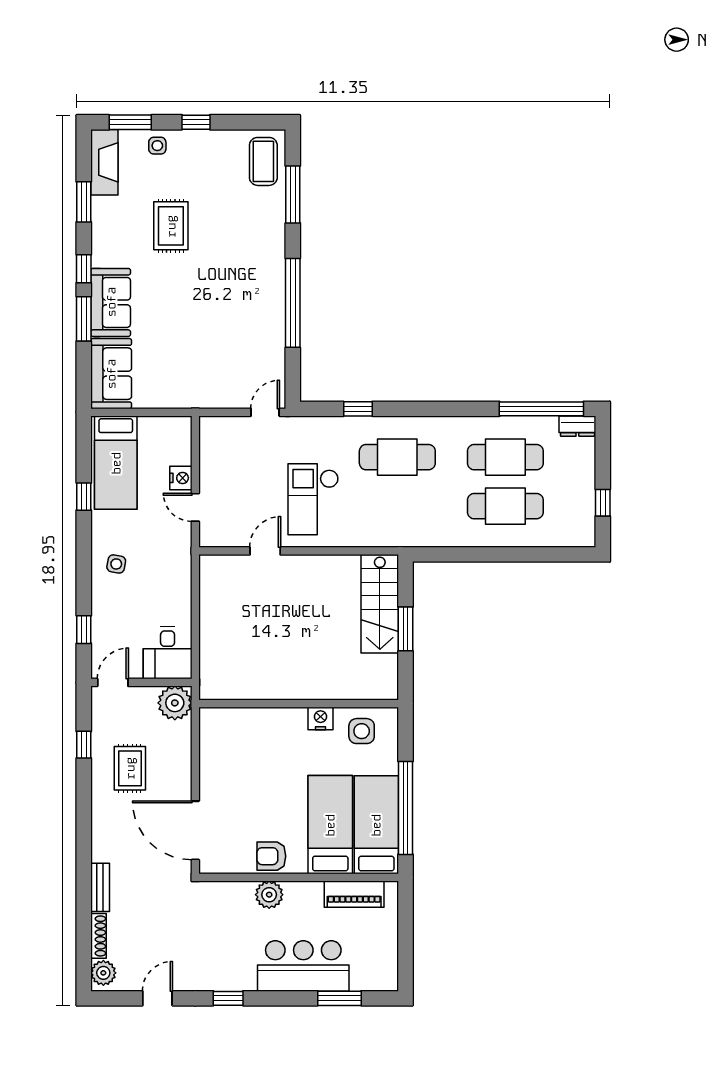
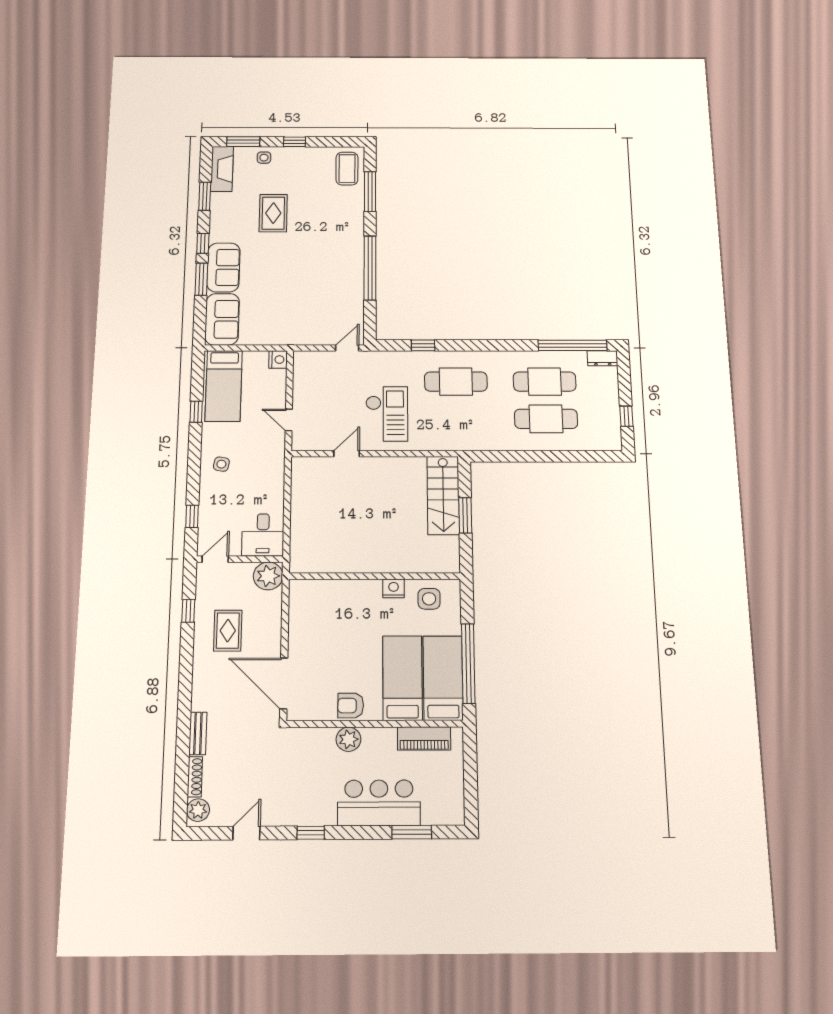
nightstand: (181, 478) -> (278, 360), moved
checkout: (313, 499) -> (387, 414), turned 180

